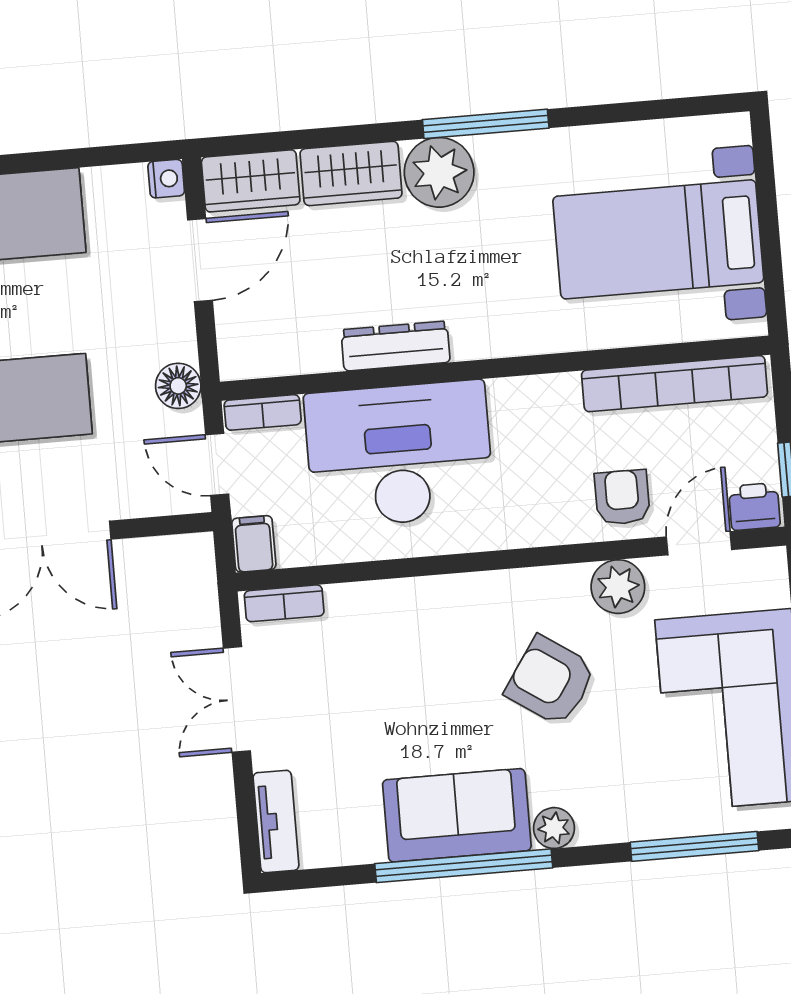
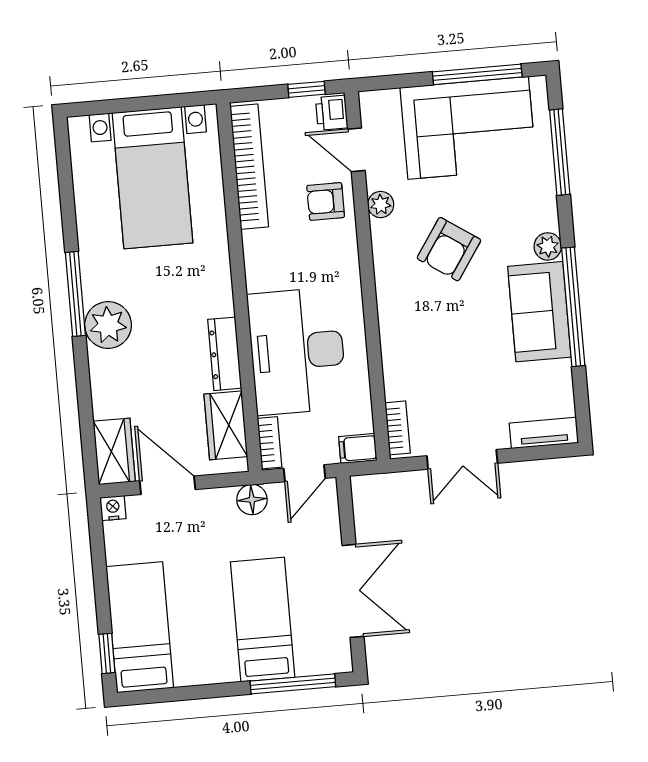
wardrobe: (351, 173) -> (226, 425), moved, turned 180
plant: (618, 587) -> (381, 205), width x0.73, depth x0.73

